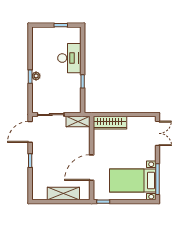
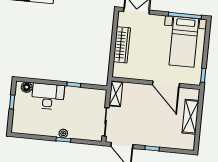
floor lamp: (76, 37) -> (27, 87), added
wardrobe: (110, 123) -> (122, 45), moved

